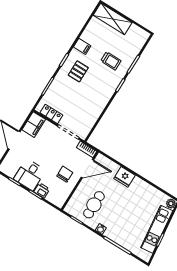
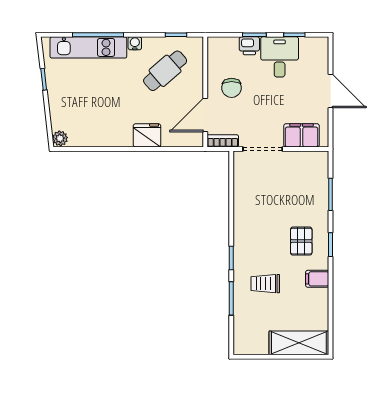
locker: (51, 114) -> (302, 159), removed
filing cabinet: (34, 125) -> (302, 135), moved, turned 90
cafe table: (94, 205) -> (165, 71), turned 49
kitchen unit: (157, 229) -> (88, 47), moved, turned 97

